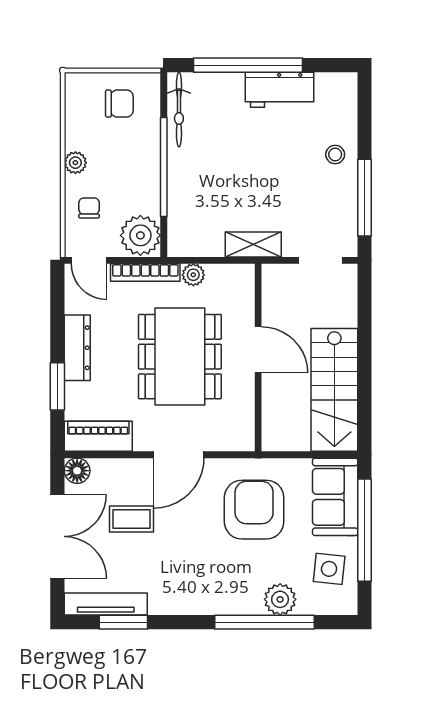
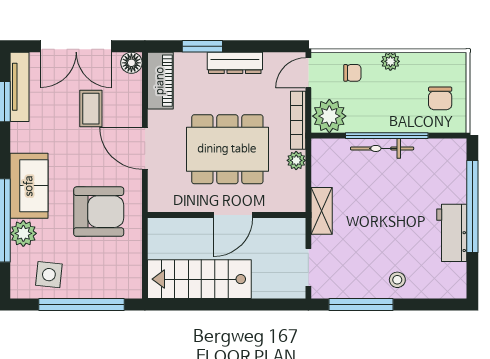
bicycle: (179, 110) -> (382, 148), moved
sofa: (335, 497) -> (29, 186), moved, turned 90

